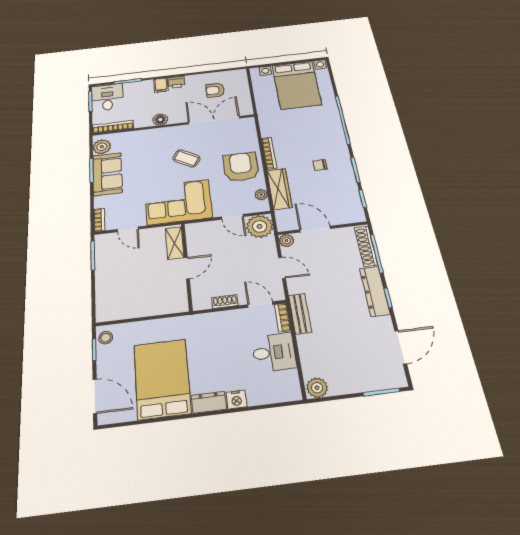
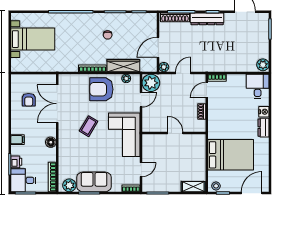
printer: (176, 82) -> (16, 162), moved
bed with nightstands: (296, 85) -> (33, 39), width x0.73
shelving: (175, 243) -> (193, 187), moved
bench: (300, 314) -> (216, 67), removed
desk: (274, 352) -> (258, 86), moved
bed: (162, 379) -> (231, 155), moved, turned 180

